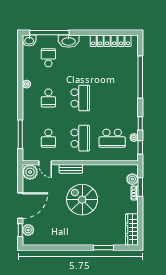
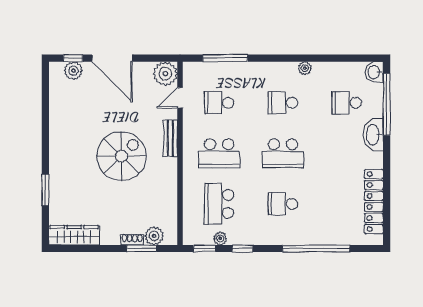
school desk: (48, 58) -> (347, 103), turned 180
school desk: (112, 98) -> (283, 204), added

